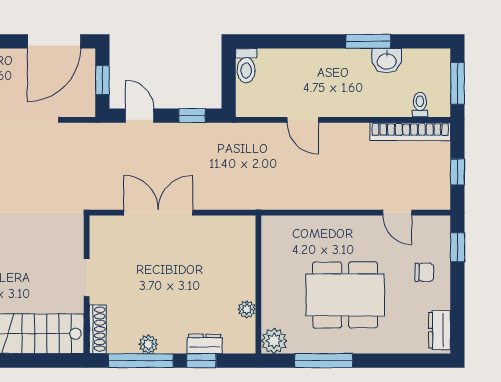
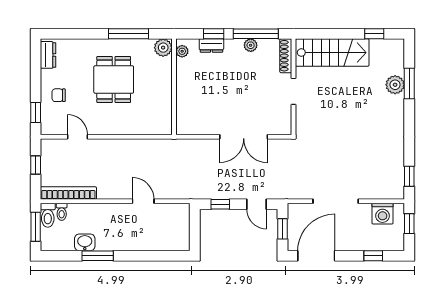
toilet: (246, 66) -> (48, 215), moved, turned 180
dining table: (345, 295) -> (114, 79), width x0.73
plant: (247, 309) -> (182, 51), moved

